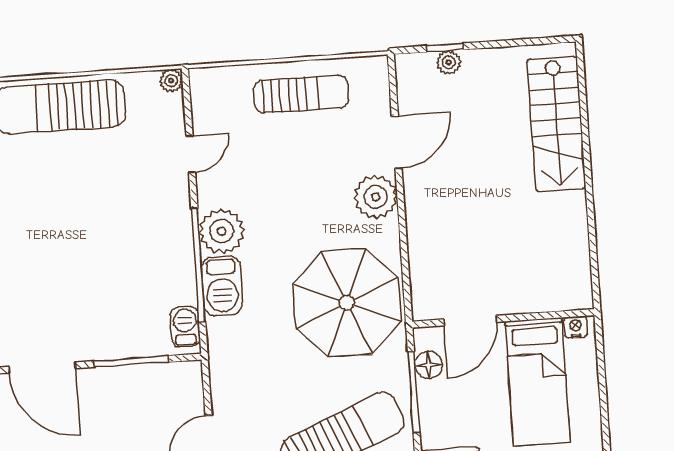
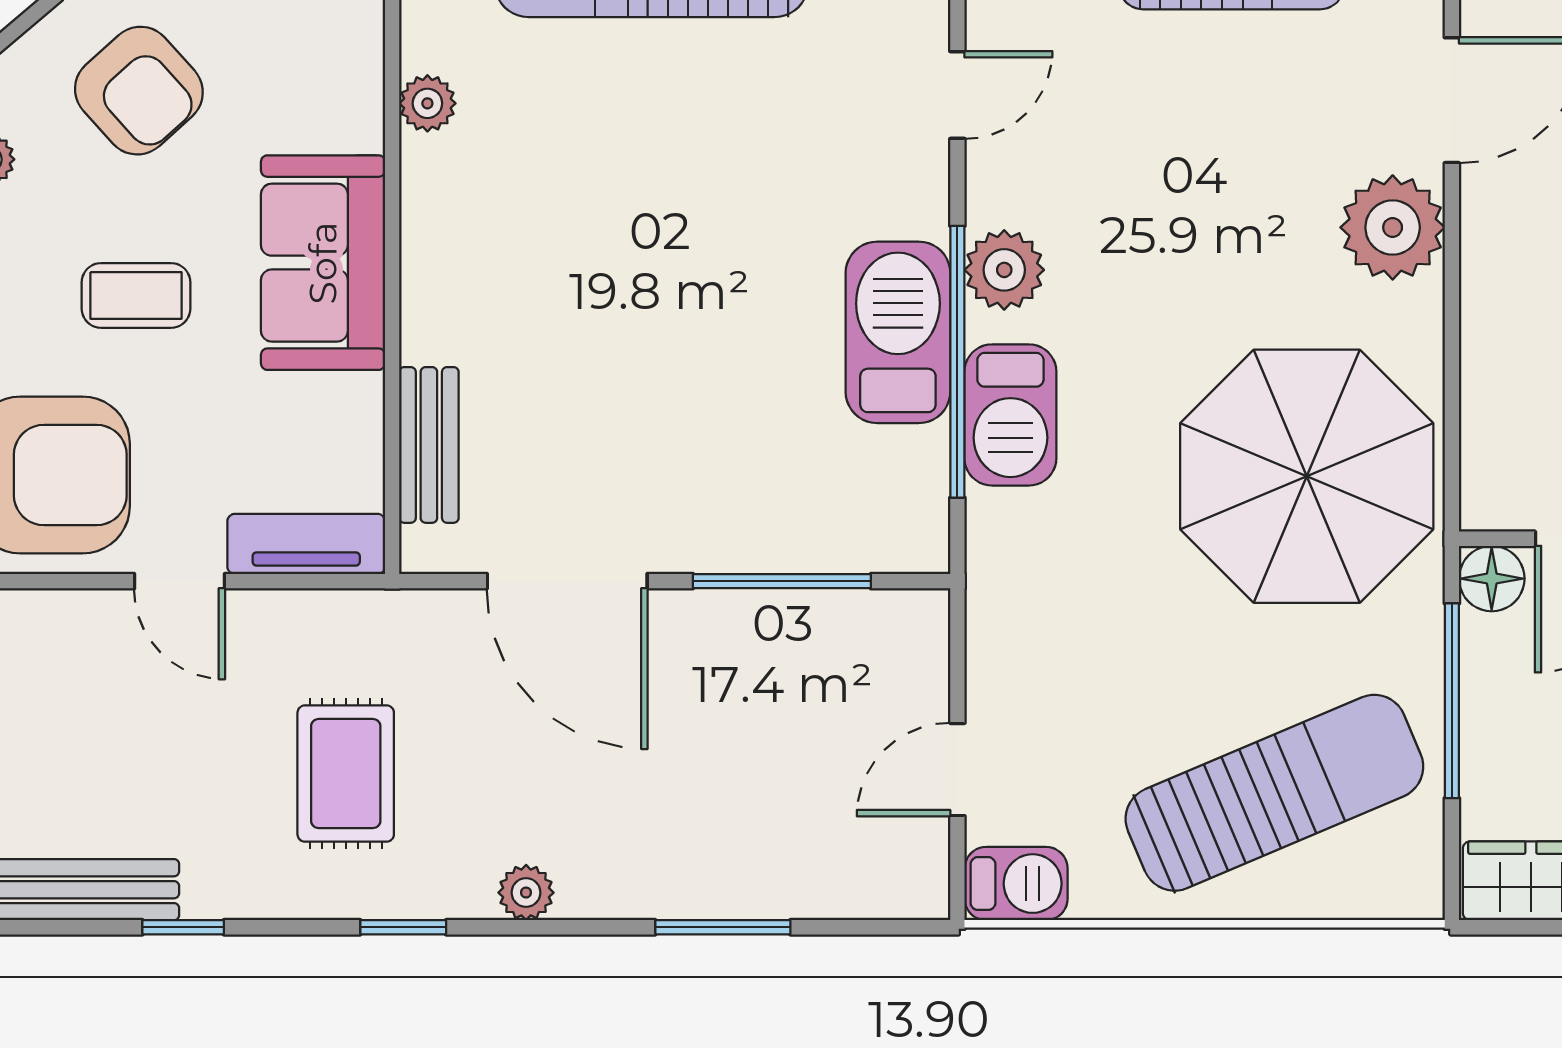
plant: (222, 231) -> (1004, 270), width x0.73, depth x0.73
barbecue: (185, 327) -> (898, 332), moved, width x1.88, depth x1.53
floor lamp: (429, 365) -> (1492, 579), moved

